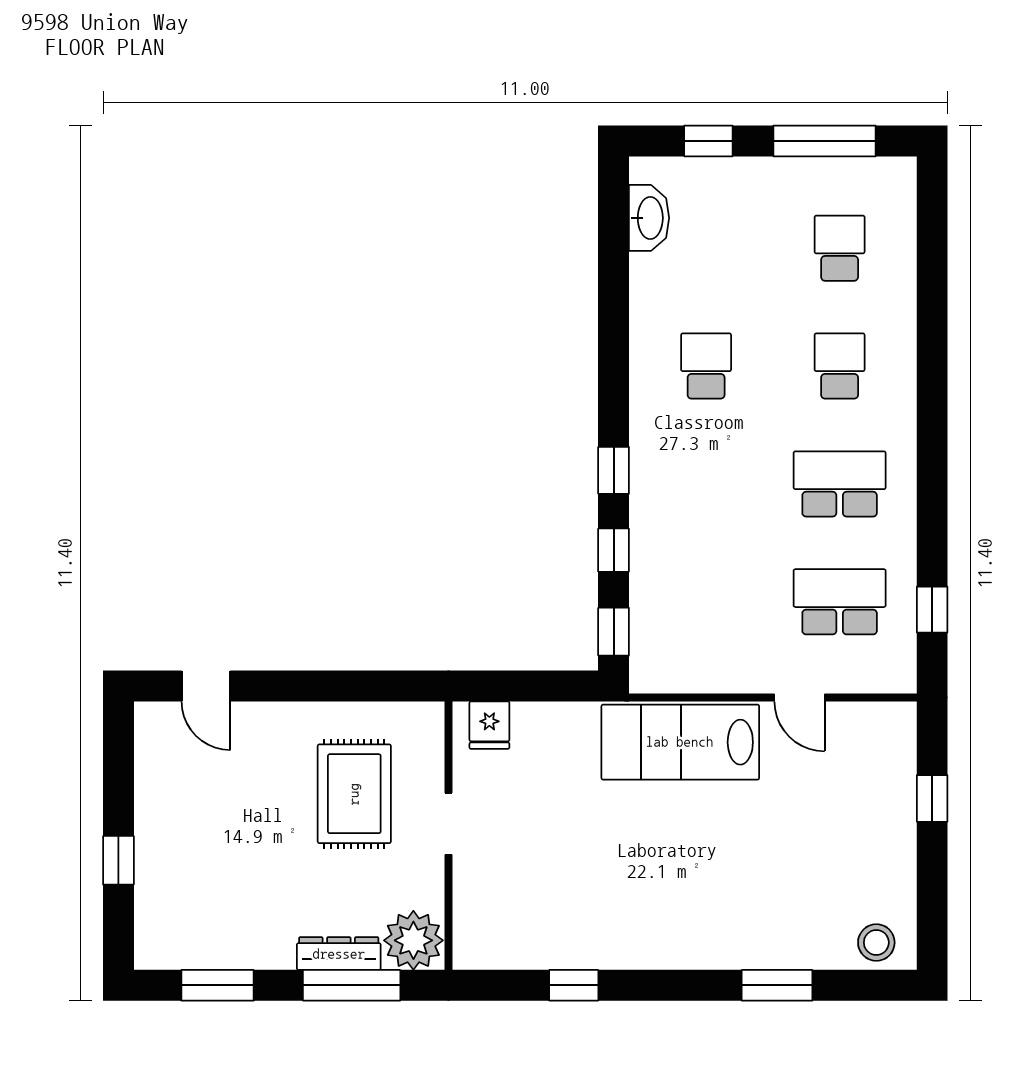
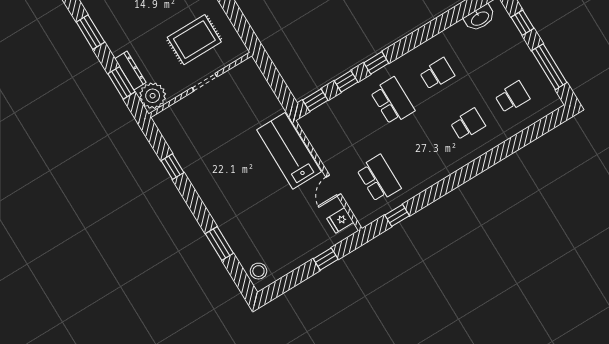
school desk: (840, 484) -> (392, 101), moved
fridge: (489, 725) -> (340, 220), moved
window: (352, 985) -> (121, 83), width x0.69

